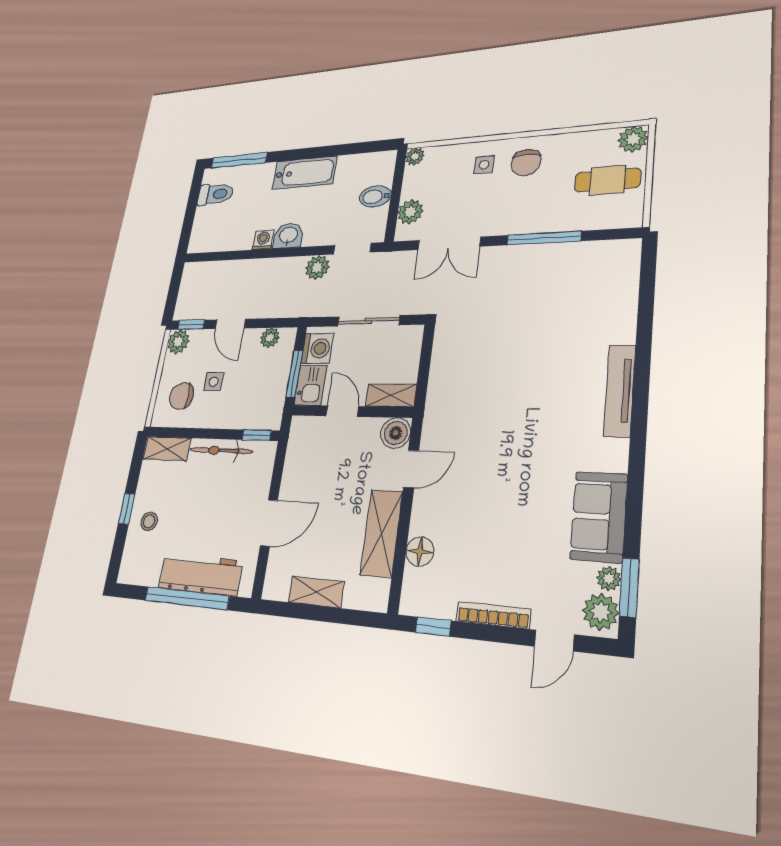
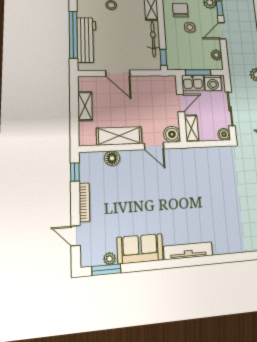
boiler: (412, 336) -> (224, 134), added
tv unit: (620, 391) -> (188, 251), moved
plant: (601, 612) -> (93, 257), removed

